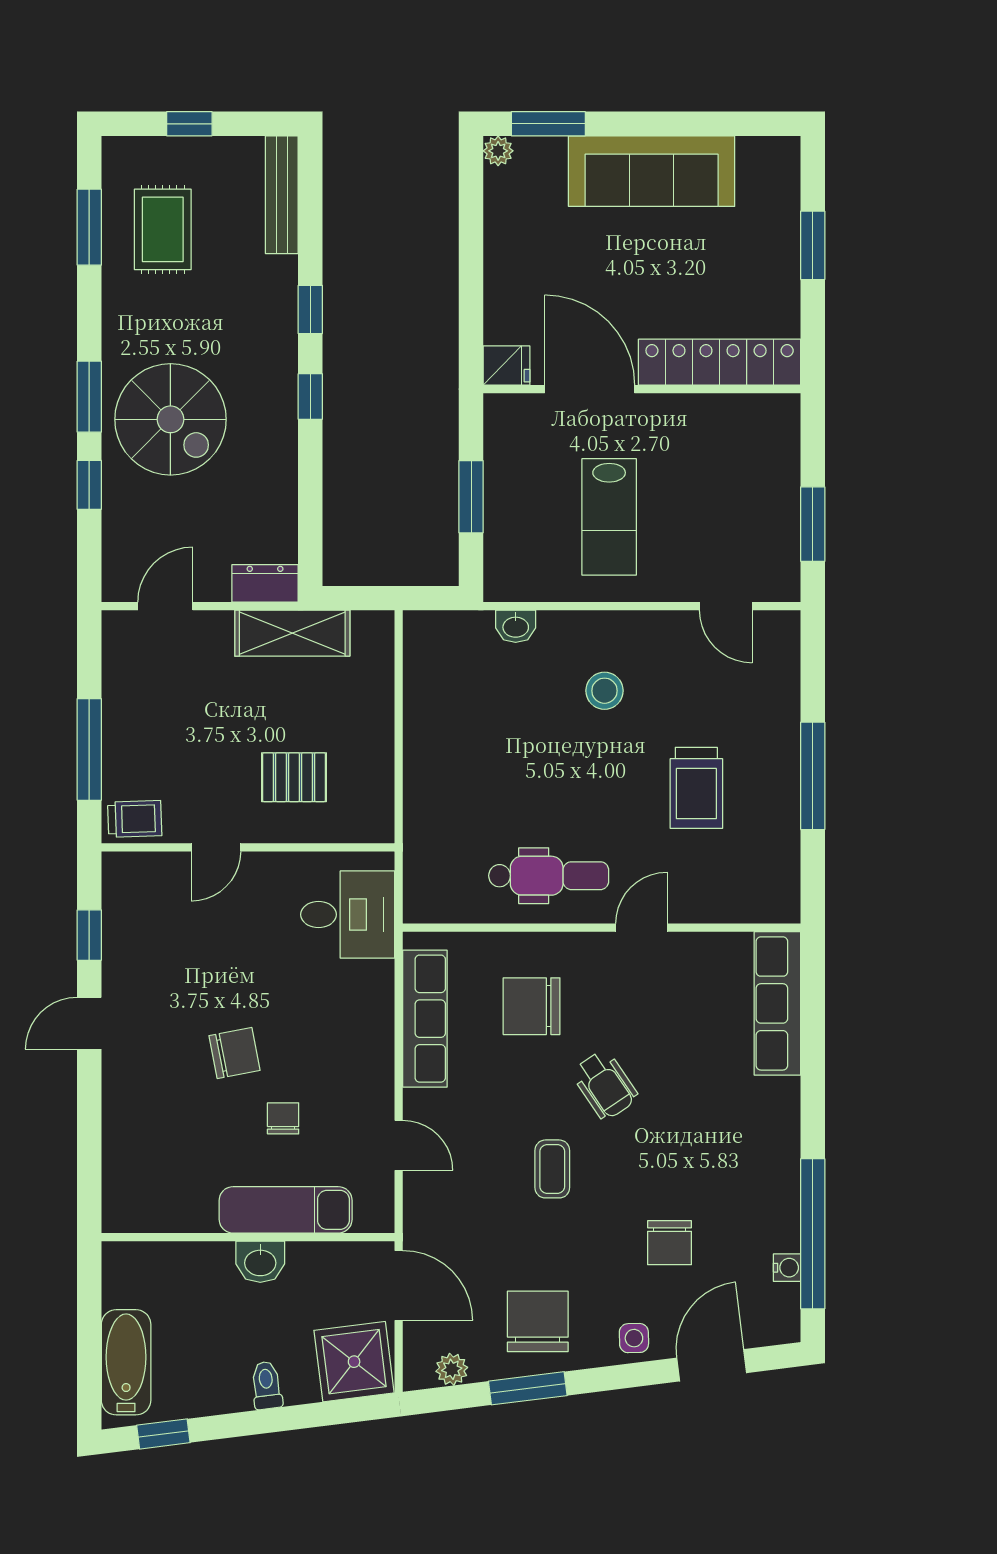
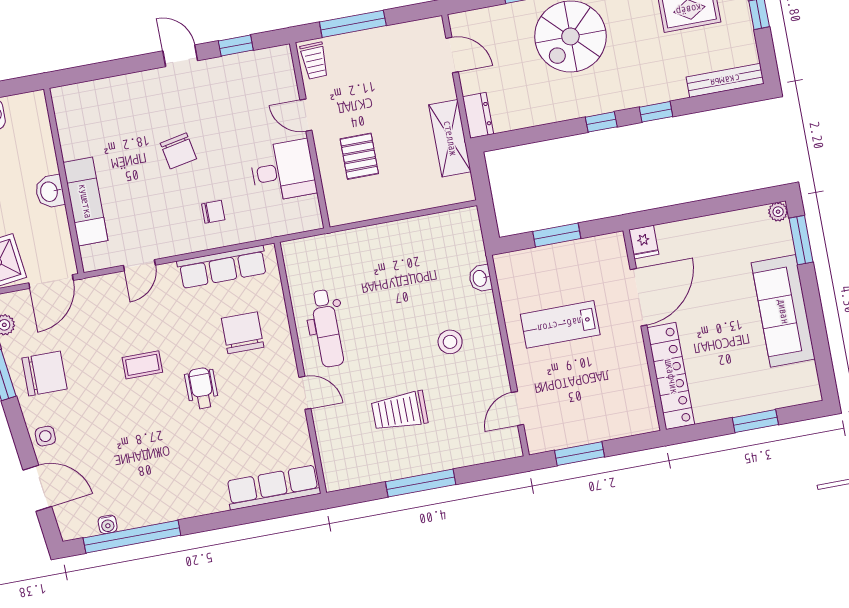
desk: (348, 915) -> (283, 171), moved, turned -90
wheelchair: (605, 1085) -> (202, 388), turned 124
chair: (283, 1118) -> (213, 212), moved
chair: (670, 1243) -> (110, 447), removed

